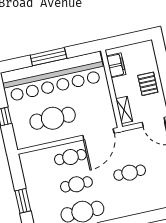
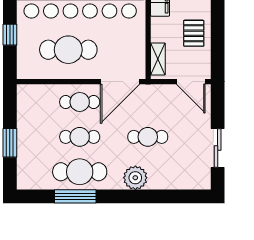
plant: (127, 207) -> (135, 178), added

